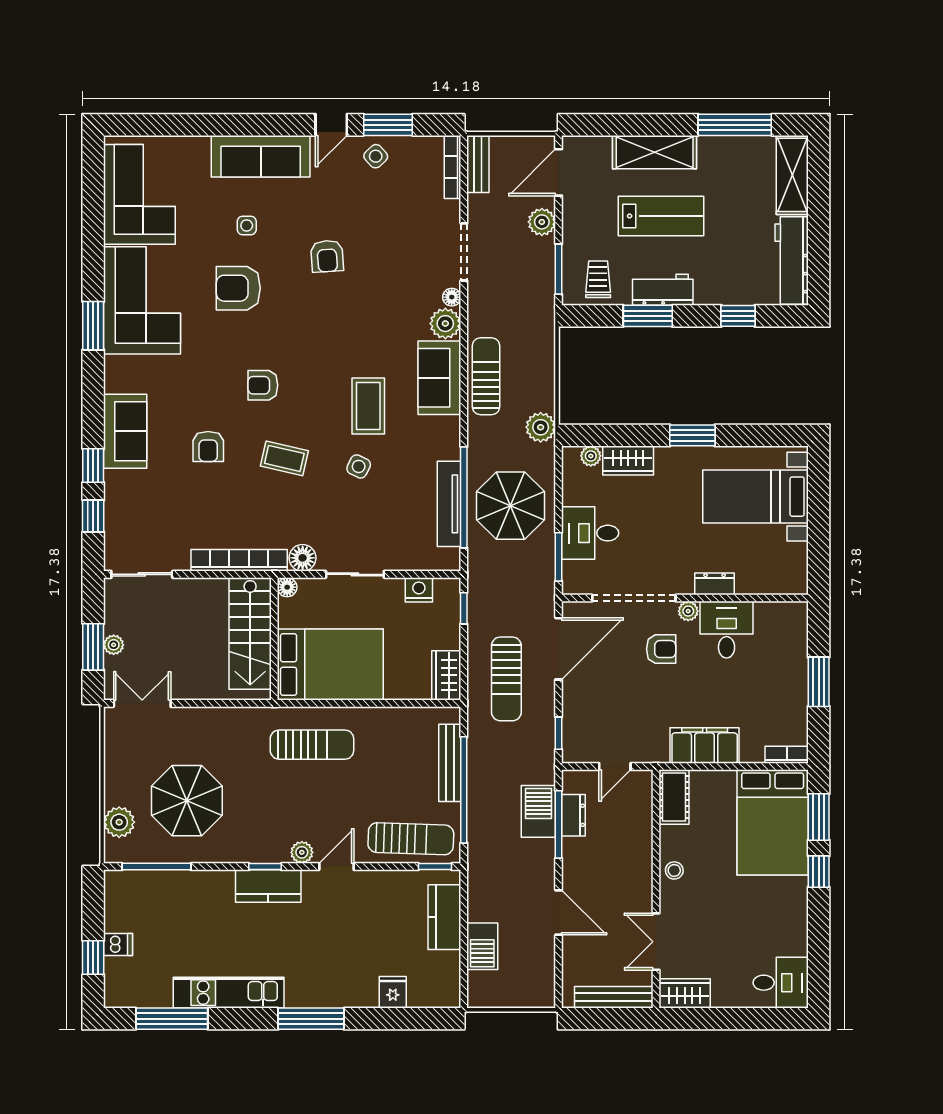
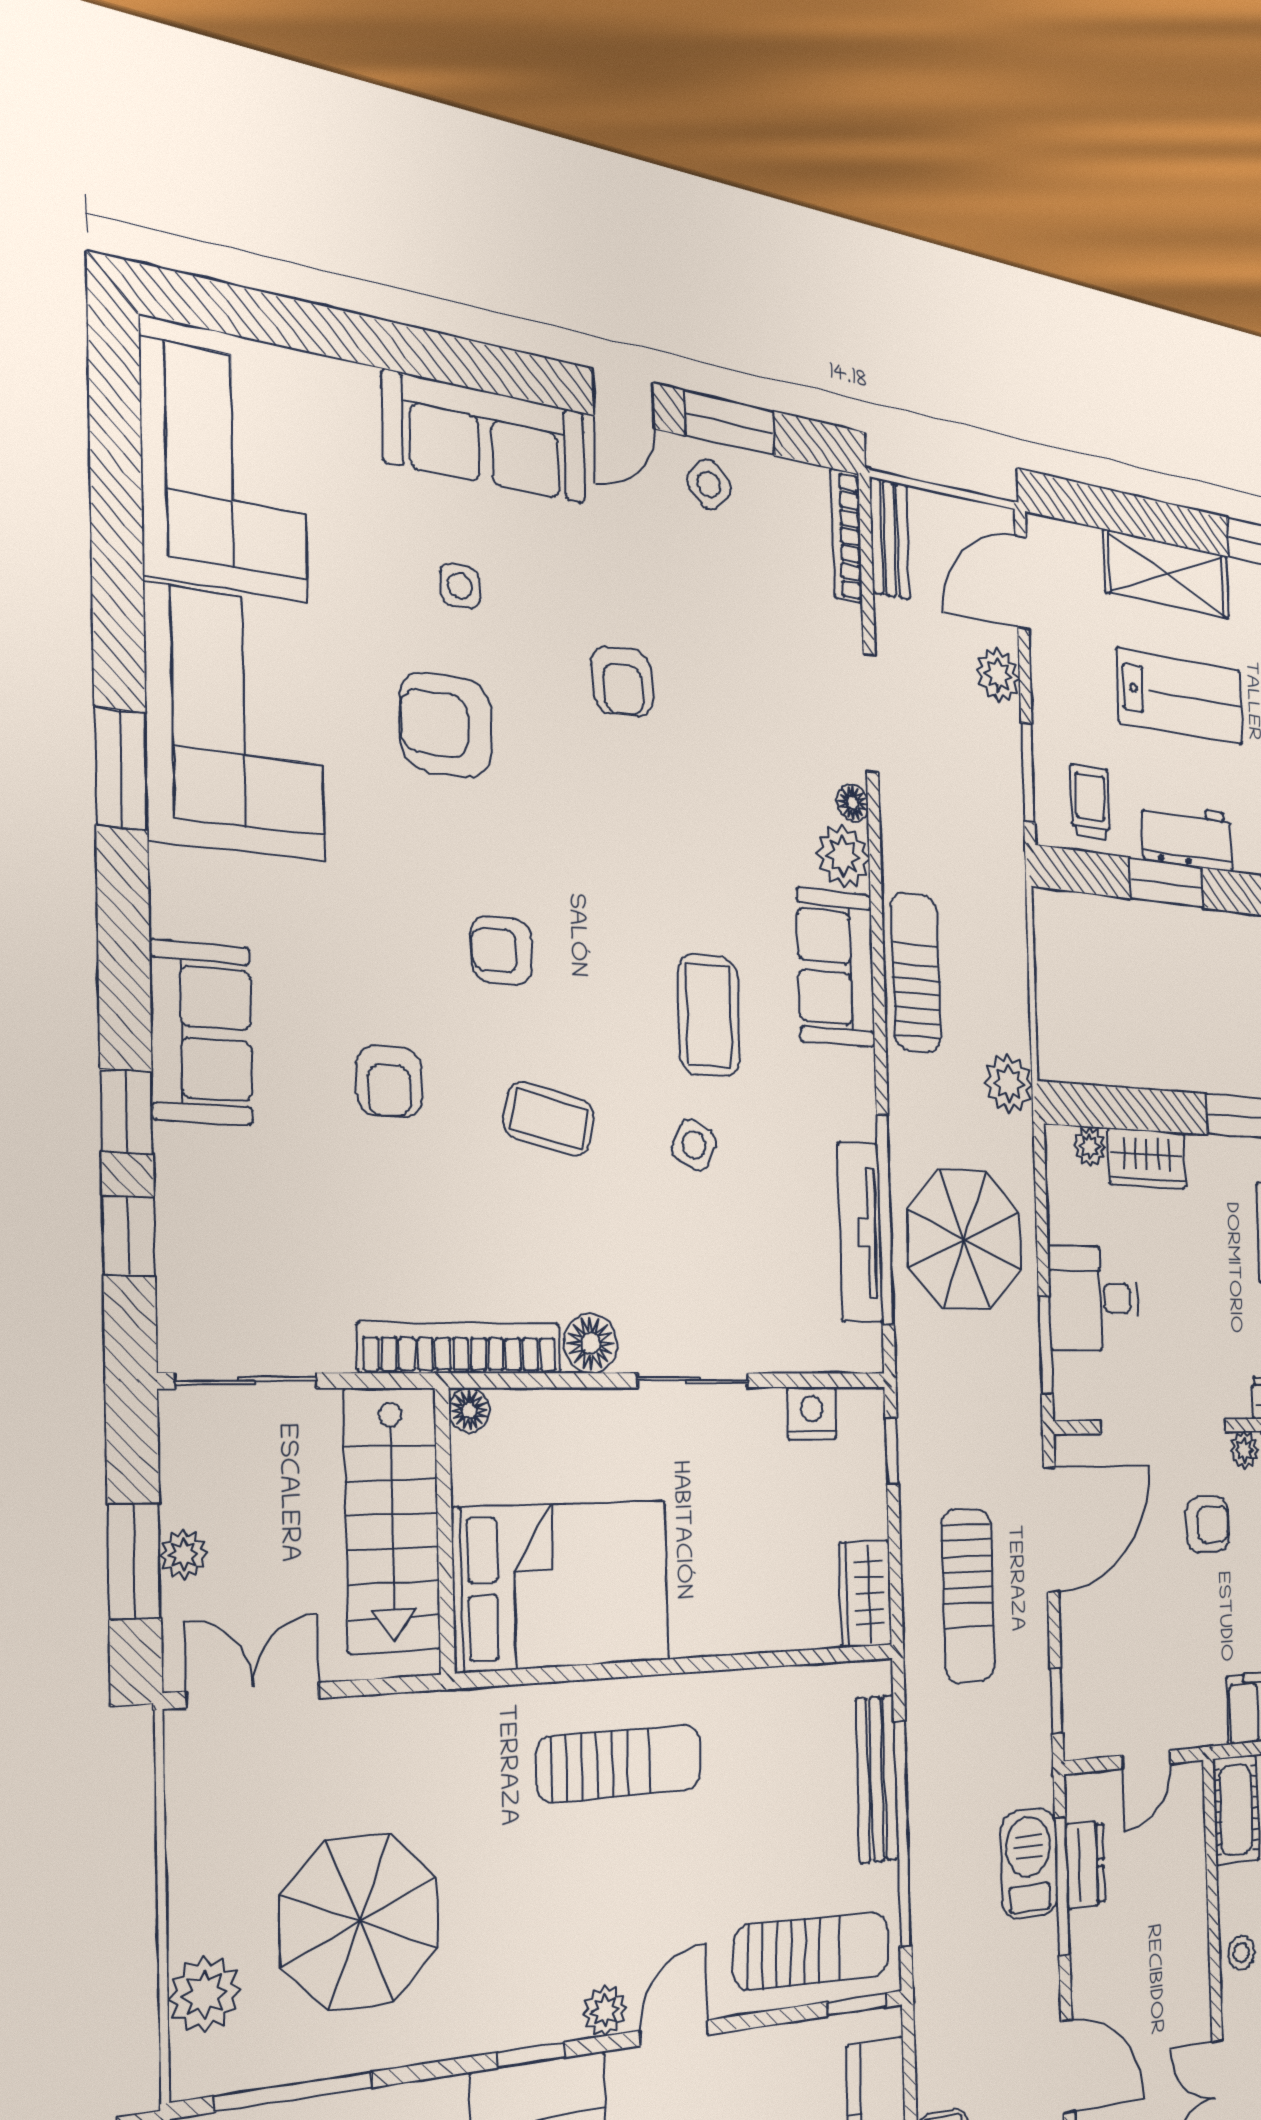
floor lamp: (287, 587) -> (469, 1410), moved
stairs: (250, 633) -> (392, 1520), moved
wall: (274, 639) -> (445, 1531), moved
bed: (330, 665) -> (562, 1585), moved

